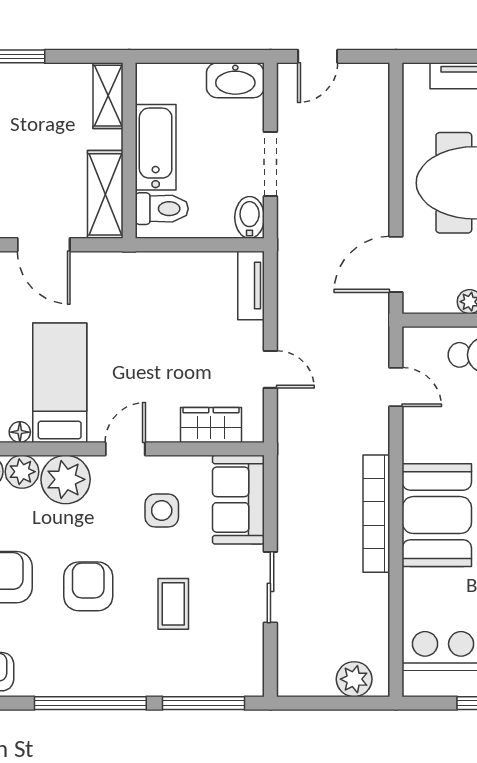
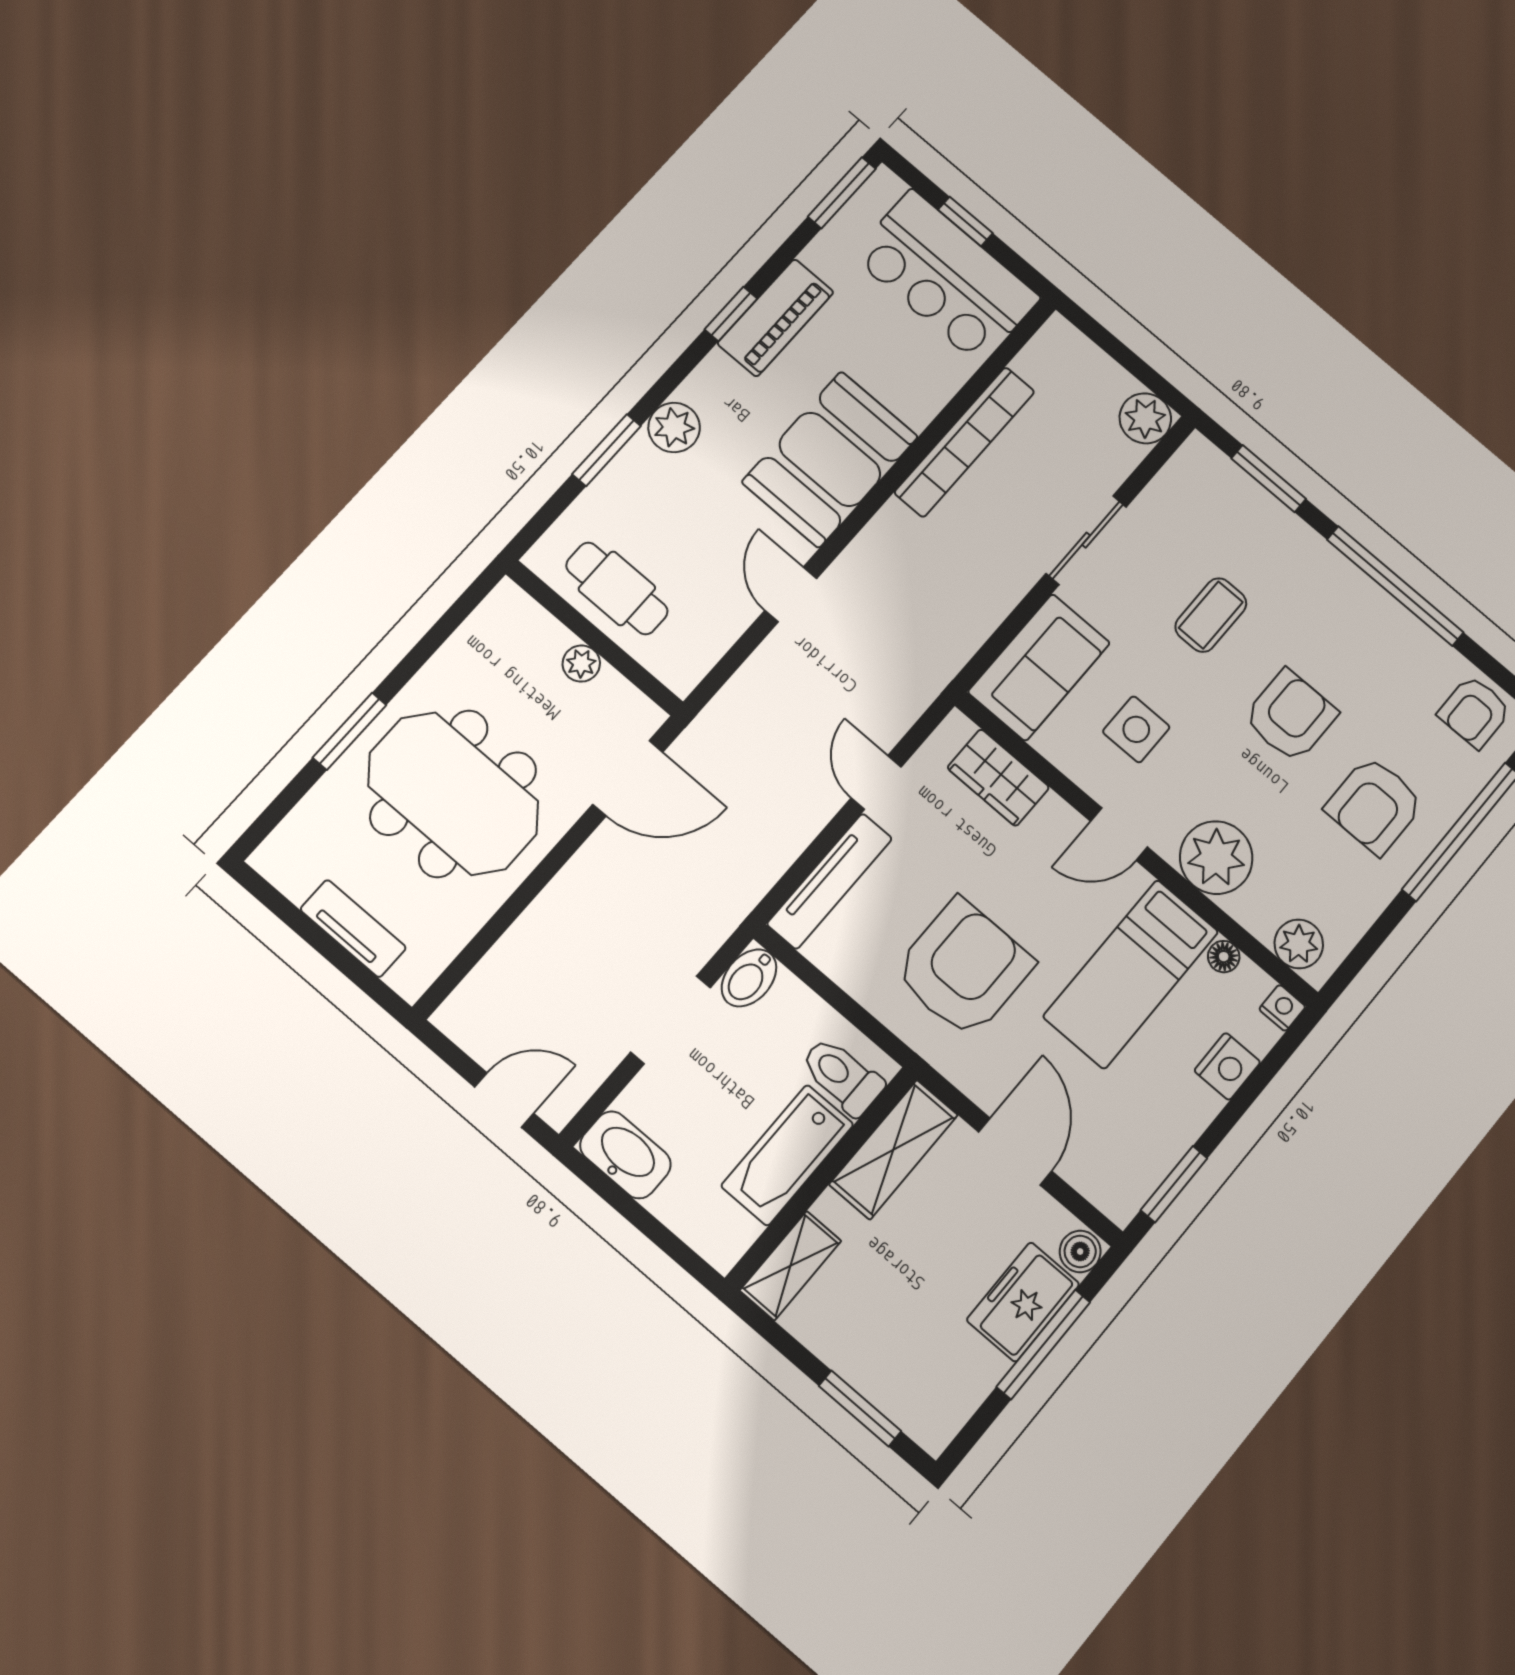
tv unit: (251, 285) -> (830, 881), width x1.41
armchair: (147, 314) -> (964, 968), added
door: (396, 387) -> (791, 594), moved
plant: (22, 472) -> (1259, 909), removed
bookcase: (376, 514) -> (965, 442), moved
armchair: (88, 586) -> (1290, 716), turned 180
plant: (354, 679) -> (1145, 418), moved
window: (204, 703) -> (1269, 479), width x0.69

